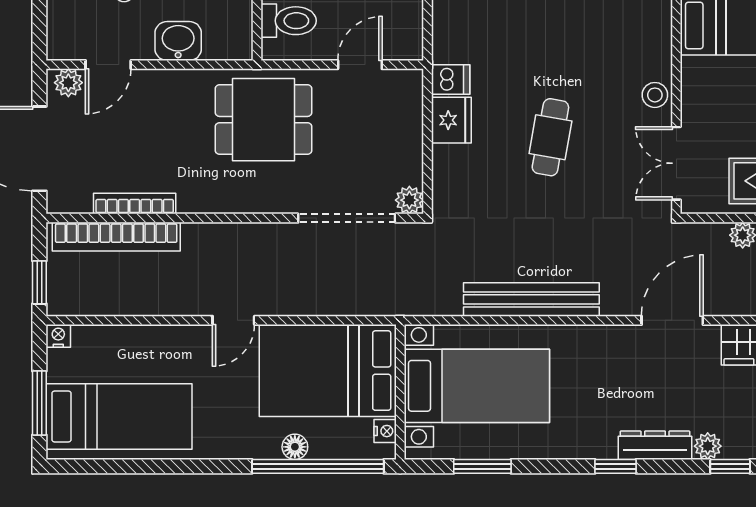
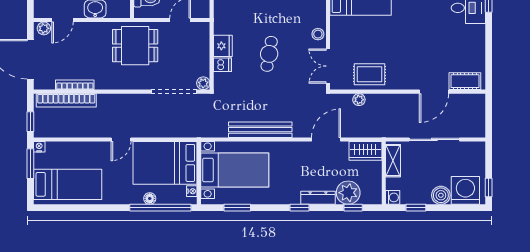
dishwasher: (451, 80) -> (222, 65), moved
window: (39, 403) -> (30, 164), moved
plant: (708, 446) -> (348, 193), width x1.88, depth x1.88

